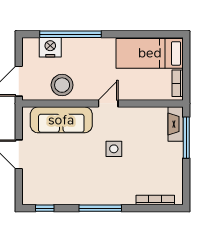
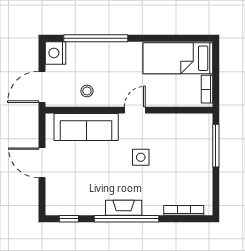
nightstand: (50, 47) -> (56, 53), moved, turned -90
stool: (62, 85) -> (87, 91), width x0.53, depth x0.53
fireplace: (176, 124) -> (124, 208), moved, turned 90
window: (100, 208) -> (126, 219), width x1.46

